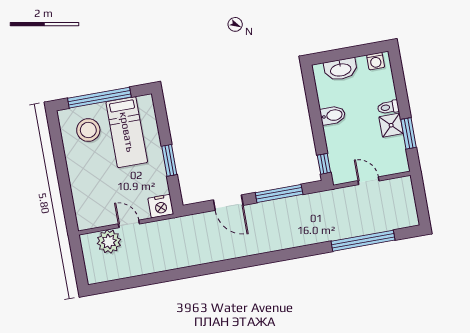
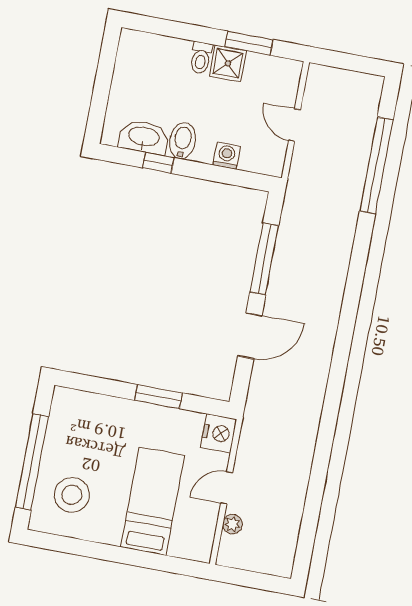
washing machine: (376, 61) -> (227, 156), moved, turned -90
washbasin: (341, 69) -> (144, 137), moved, turned -90
bed: (127, 132) -> (153, 501), moved, turned -90
window: (324, 164) -> (158, 163), moved
door: (369, 181) -> (295, 125), hinge flipped
plant: (109, 242) -> (232, 524), width x0.53, depth x0.53

